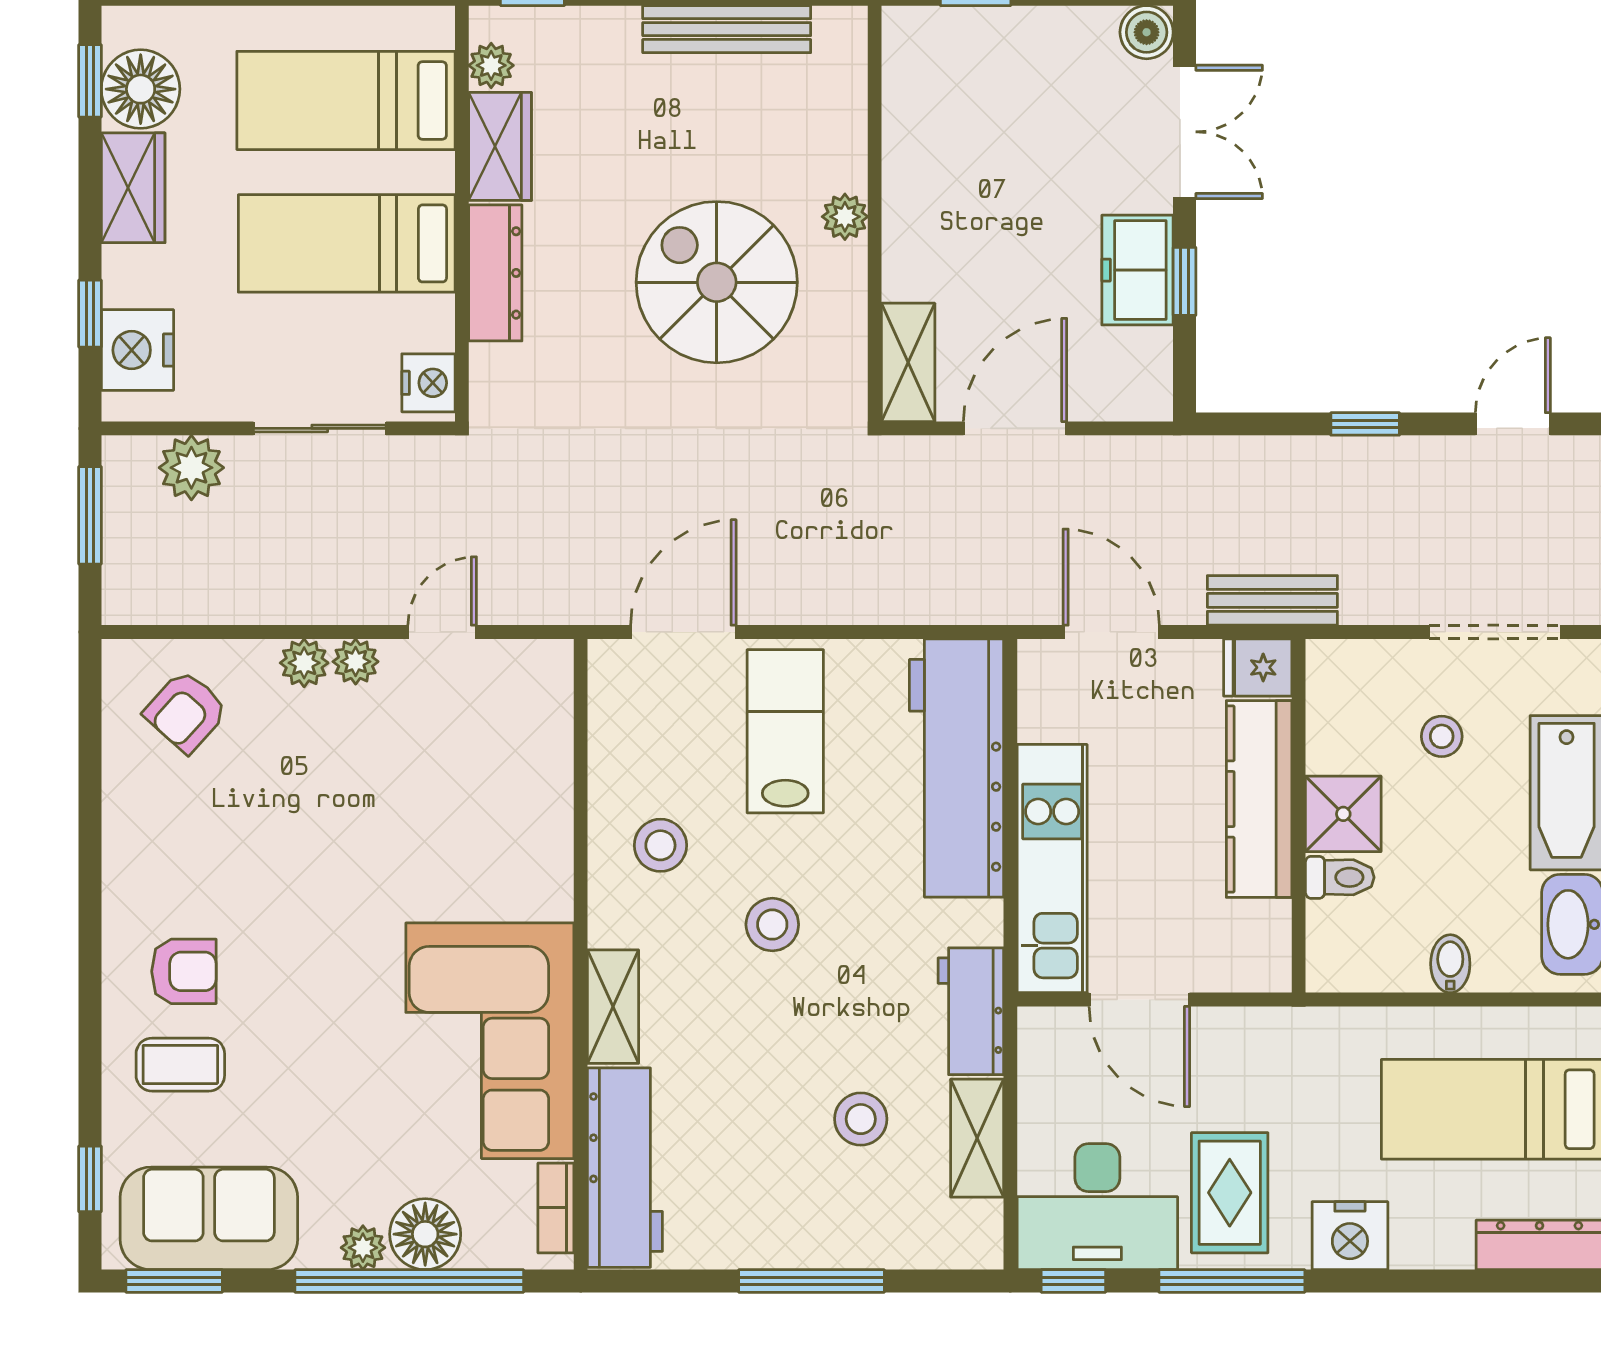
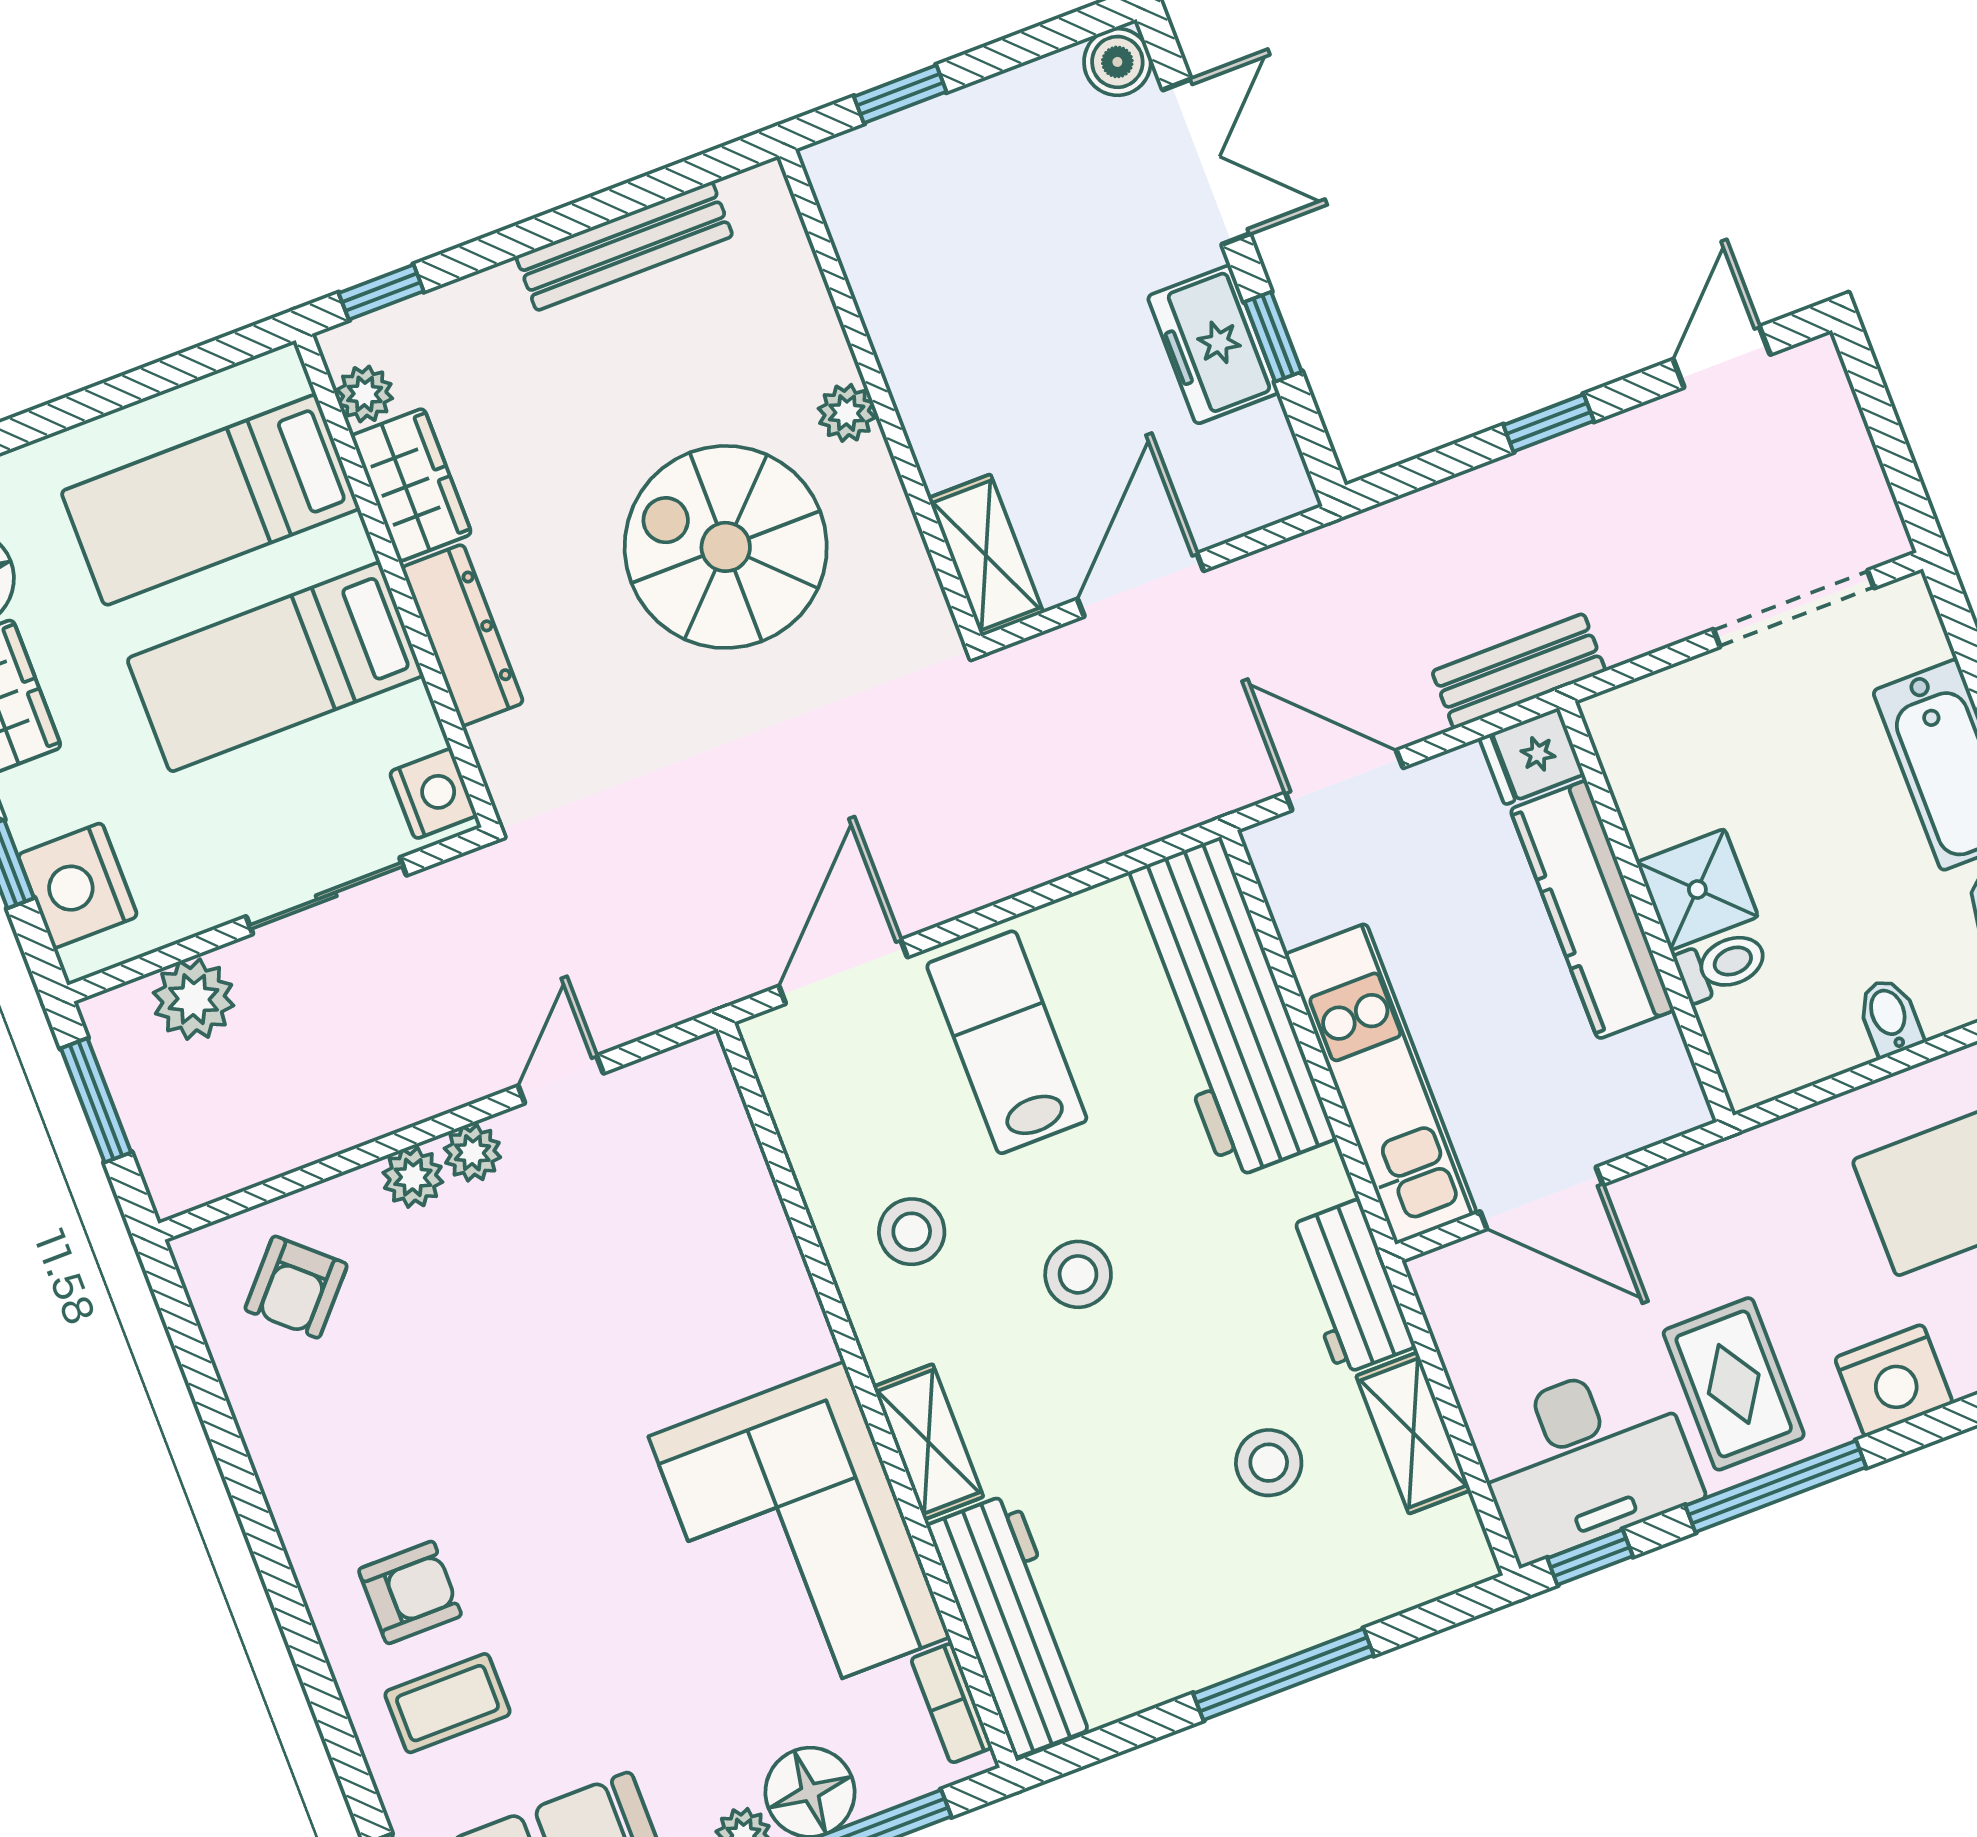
stool: (1442, 736) -> (1778, 755), removed

